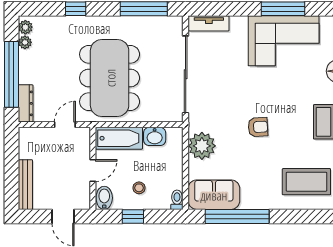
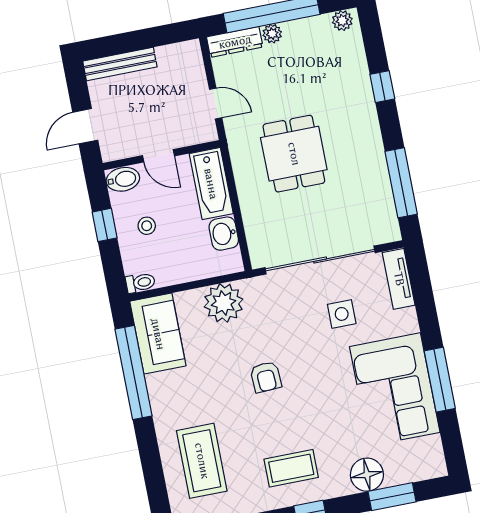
plant: (25, 42) -> (272, 34), moved
side table: (225, 67) -> (342, 314), added
dining table: (110, 78) -> (294, 154), width x0.53, depth x0.80

